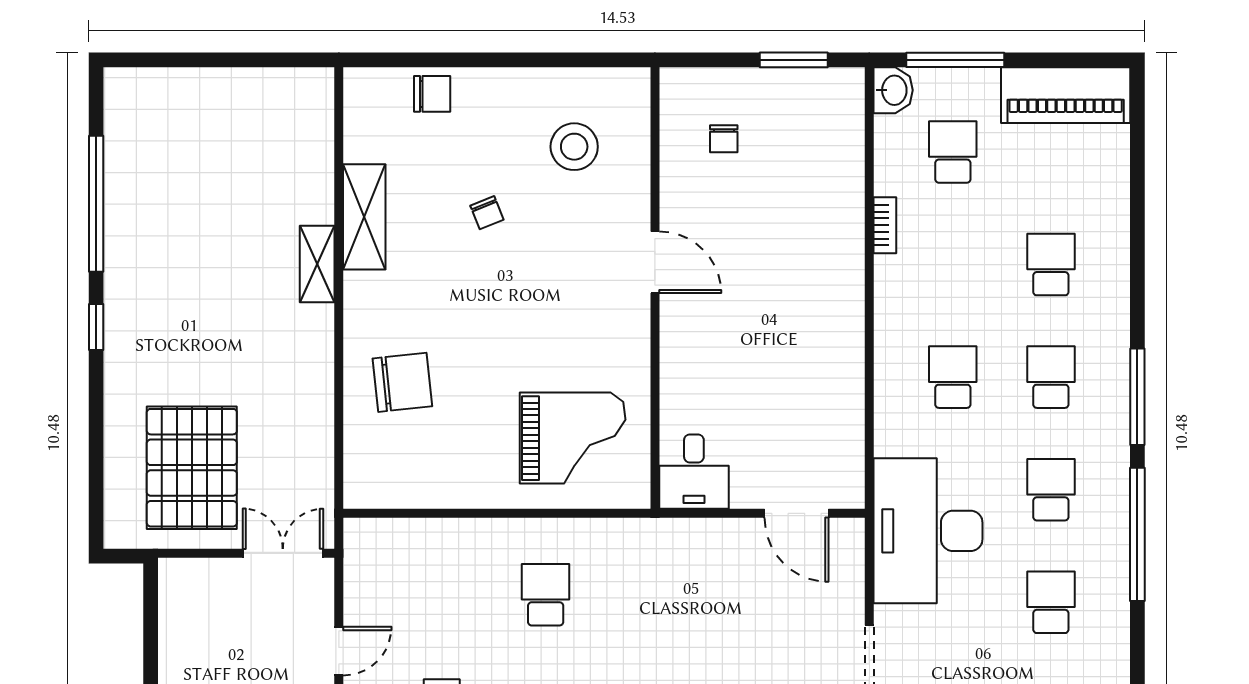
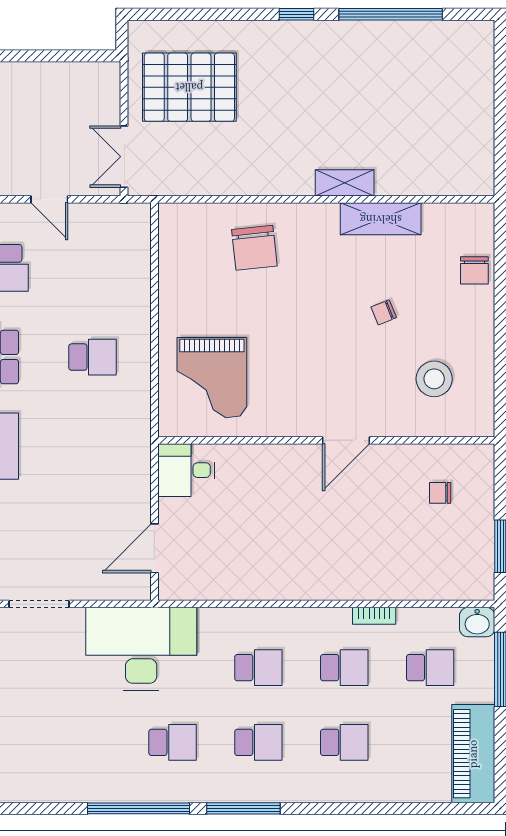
double door: (283, 553) -> (124, 157), swing flipped
school desk: (1051, 602) -> (344, 668), moved

